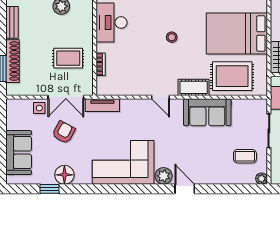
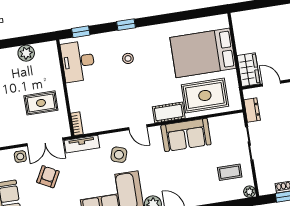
stool: (172, 37) -> (128, 58), moved
bookcase: (101, 64) -> (77, 124), moved
side table: (138, 122) -> (119, 155), added

